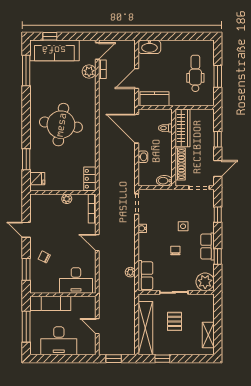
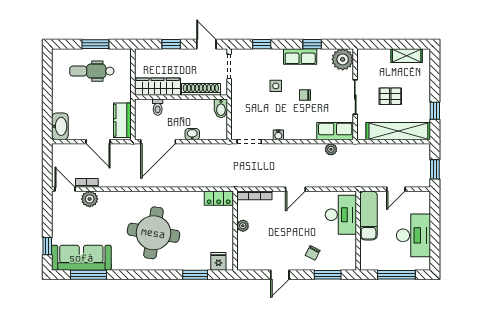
sofa: (54, 50) -> (81, 258), moved, turned -90
exam couch: (50, 303) -> (369, 215), moved

